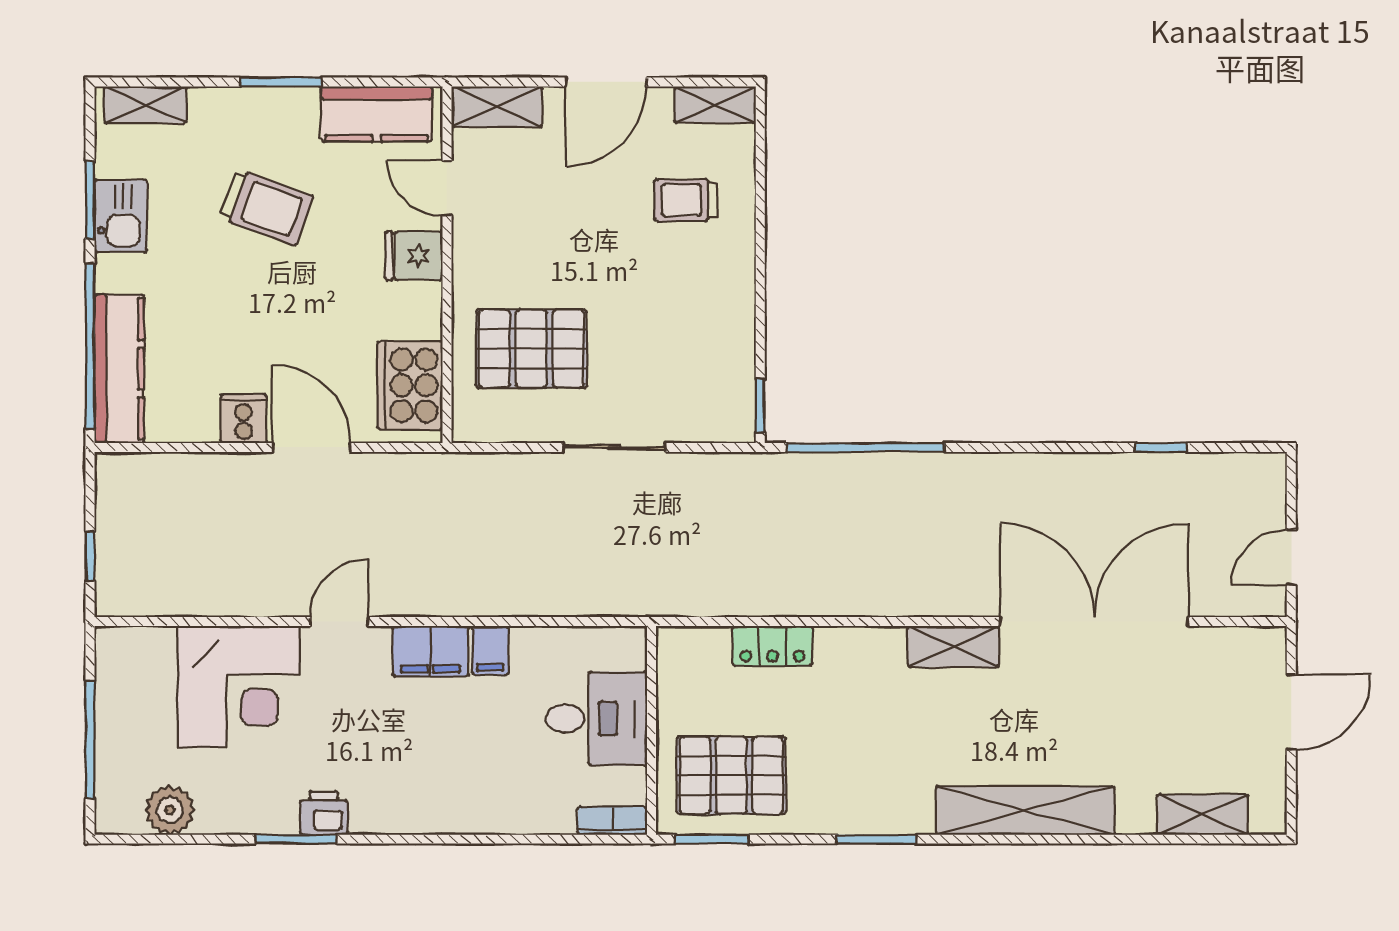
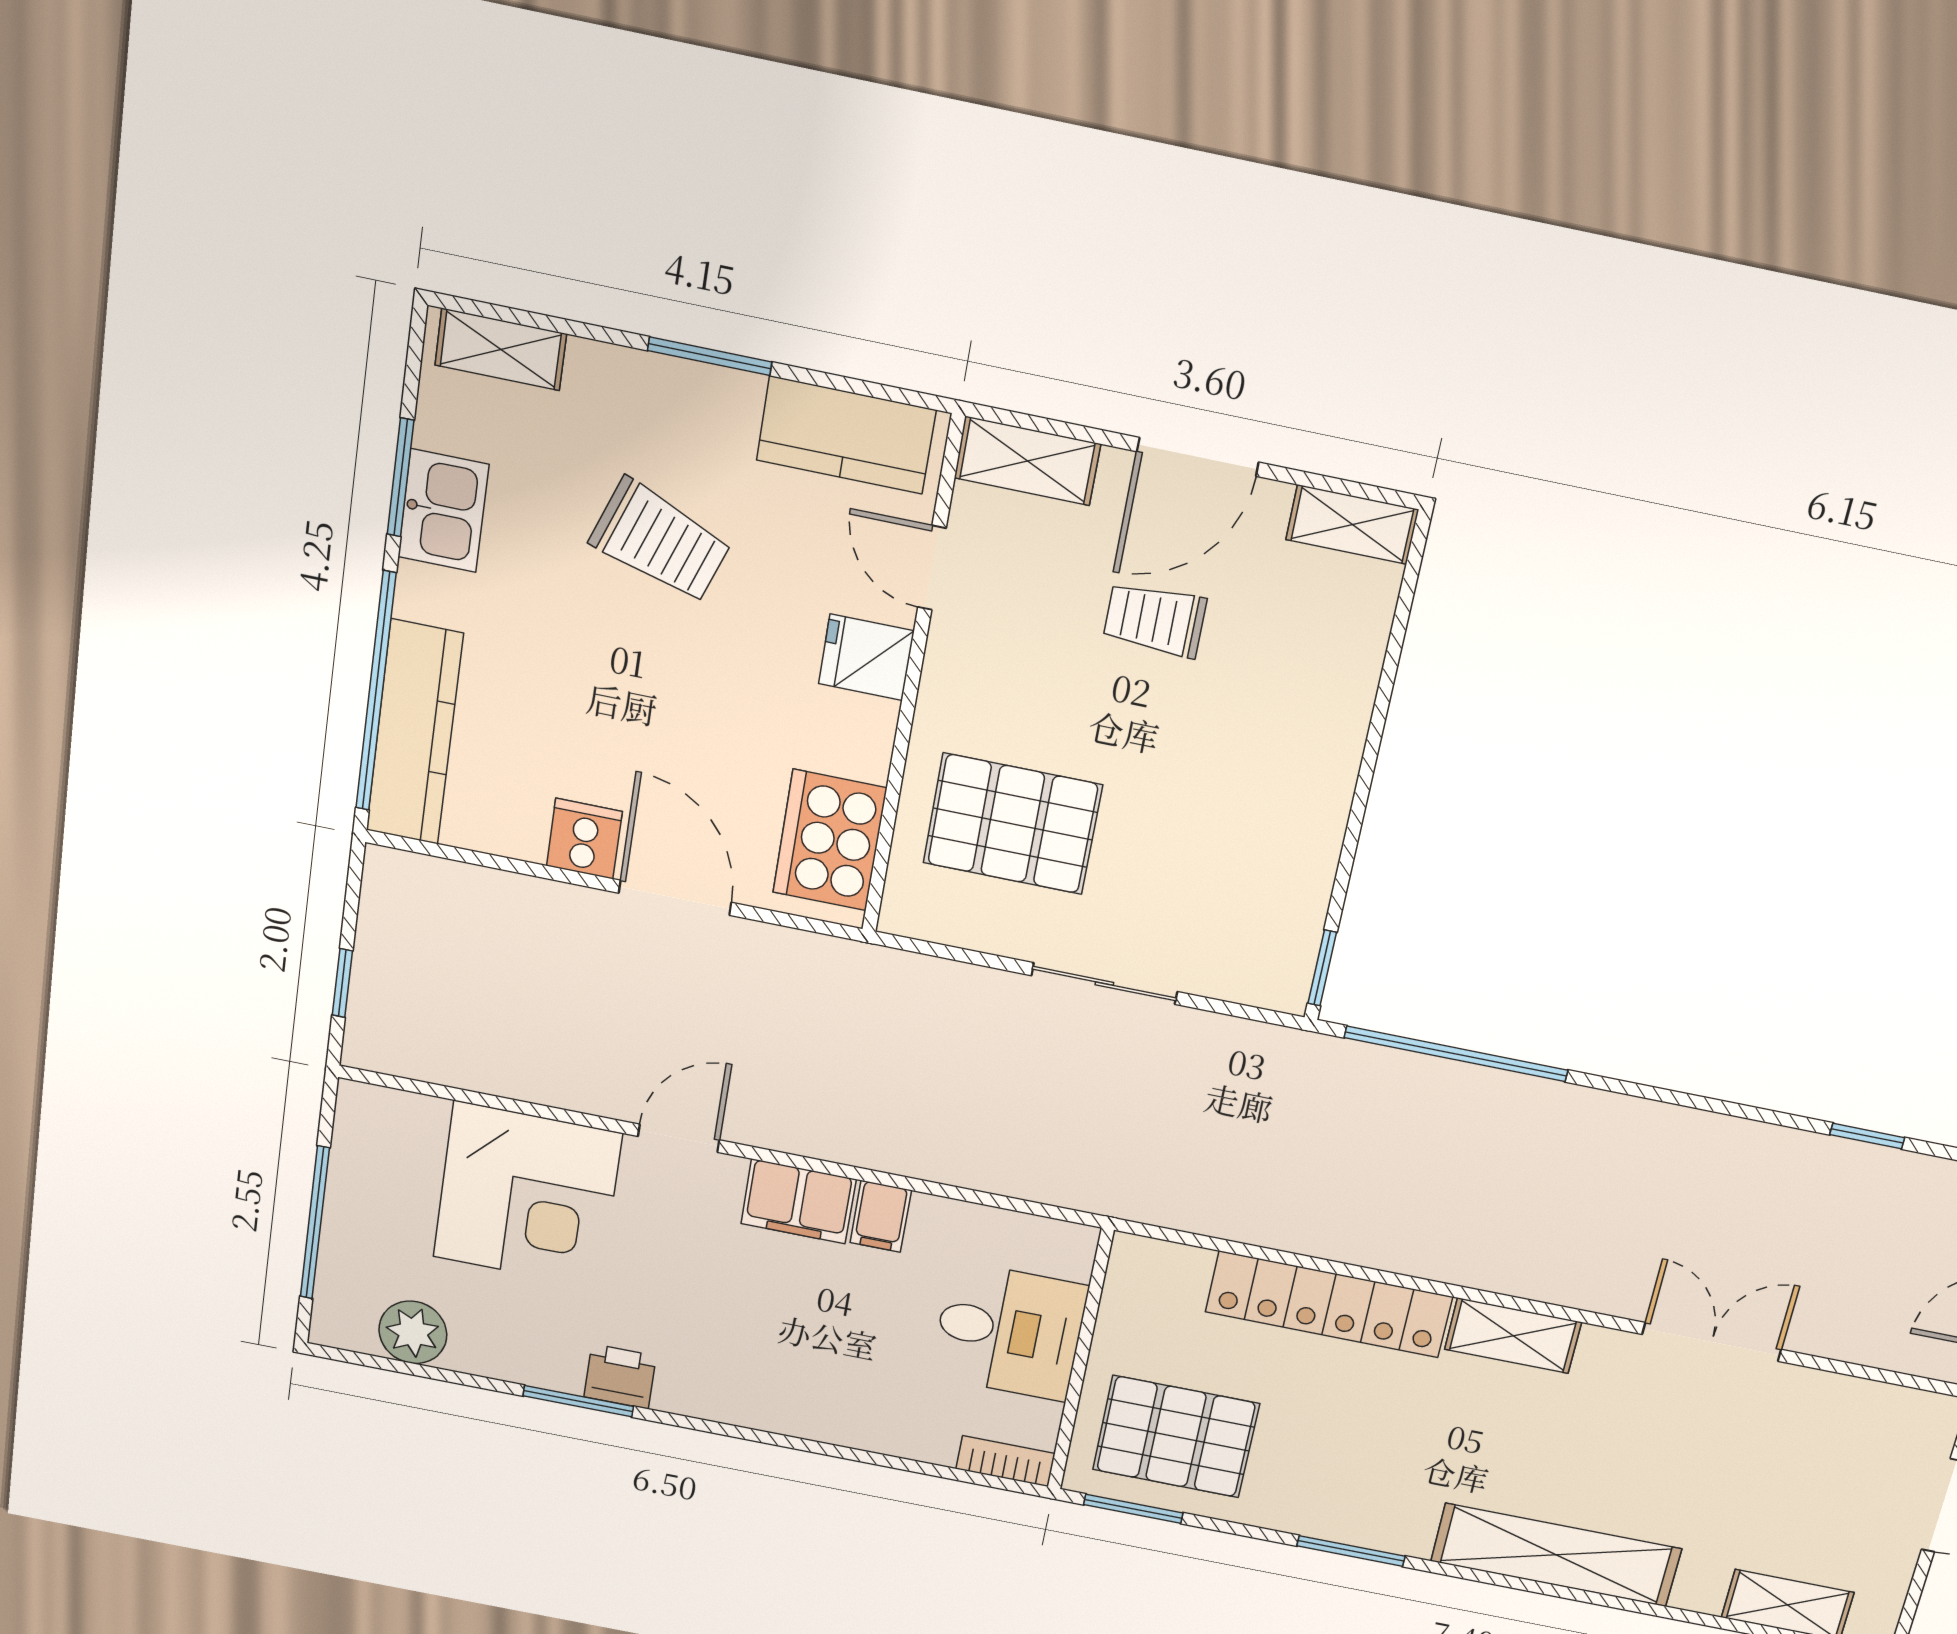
trolley: (686, 200) -> (1155, 620), moved
double door: (1094, 622) -> (1712, 1342), width x0.54
locker: (772, 646) -> (1329, 1304), width x2.16, depth x1.21

